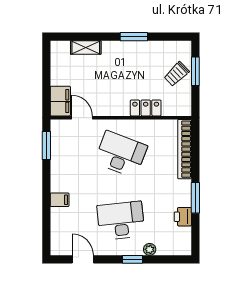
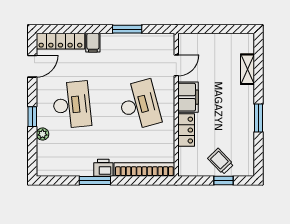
window: (195, 71) -> (224, 180), width x0.67
filing cabinet: (60, 101) -> (188, 97), moved, turned -90
window: (46, 145) -> (127, 29), moved
desk: (121, 154) -> (139, 105), turned -36
printer: (183, 217) -> (103, 168), moved
locker: (58, 232) -> (60, 41), added

